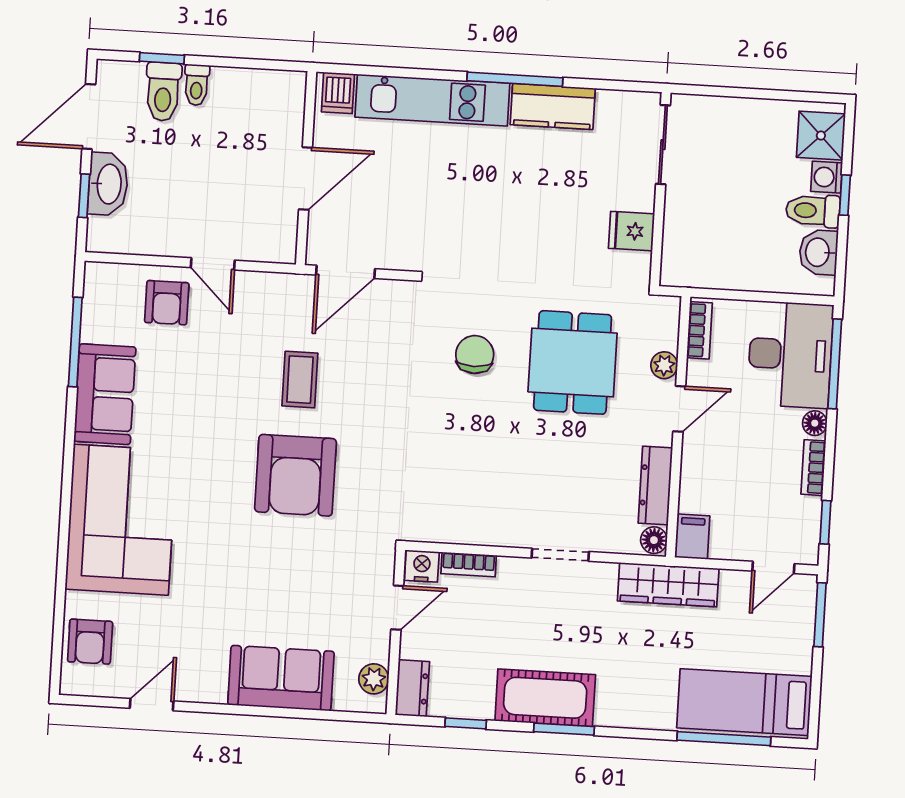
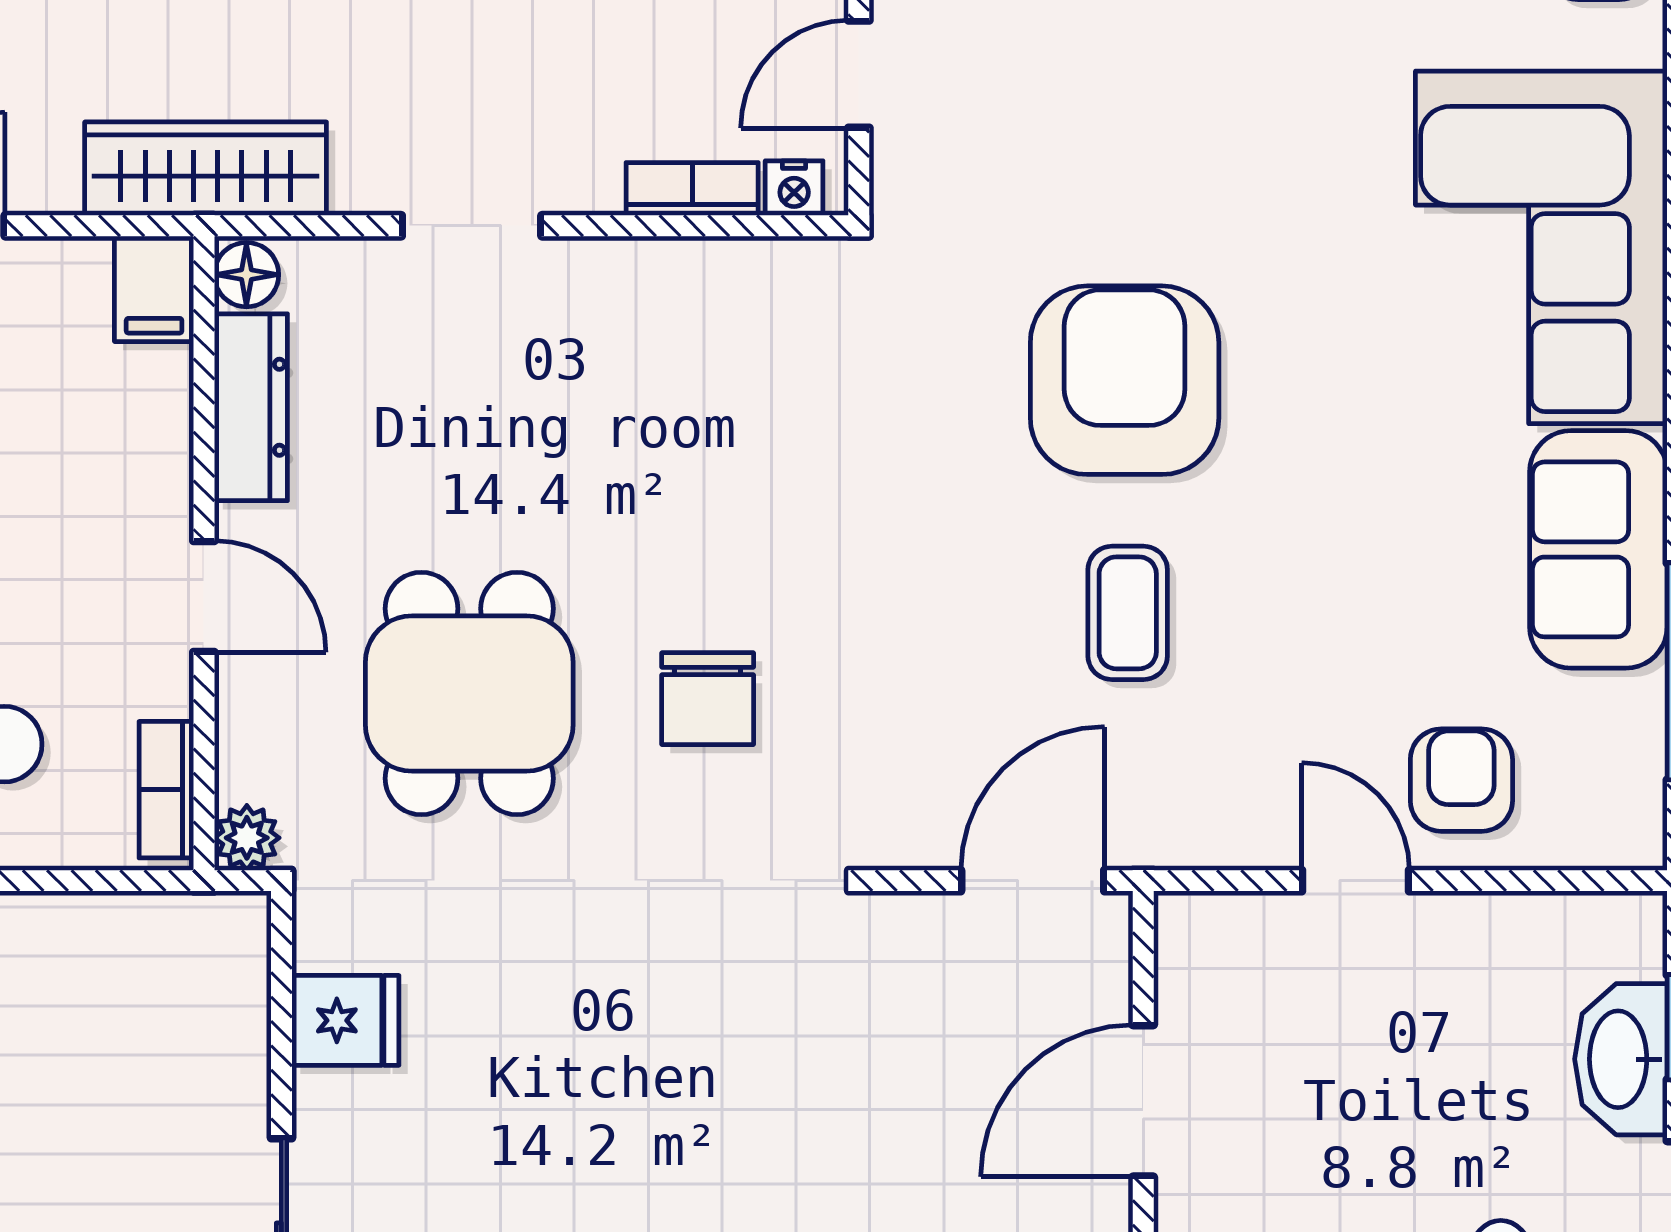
plant: (664, 365) -> (247, 838), moved
door: (679, 409) -> (204, 597), swing flipped
nightstand: (422, 566) -> (794, 188), width x0.72, depth x0.74

